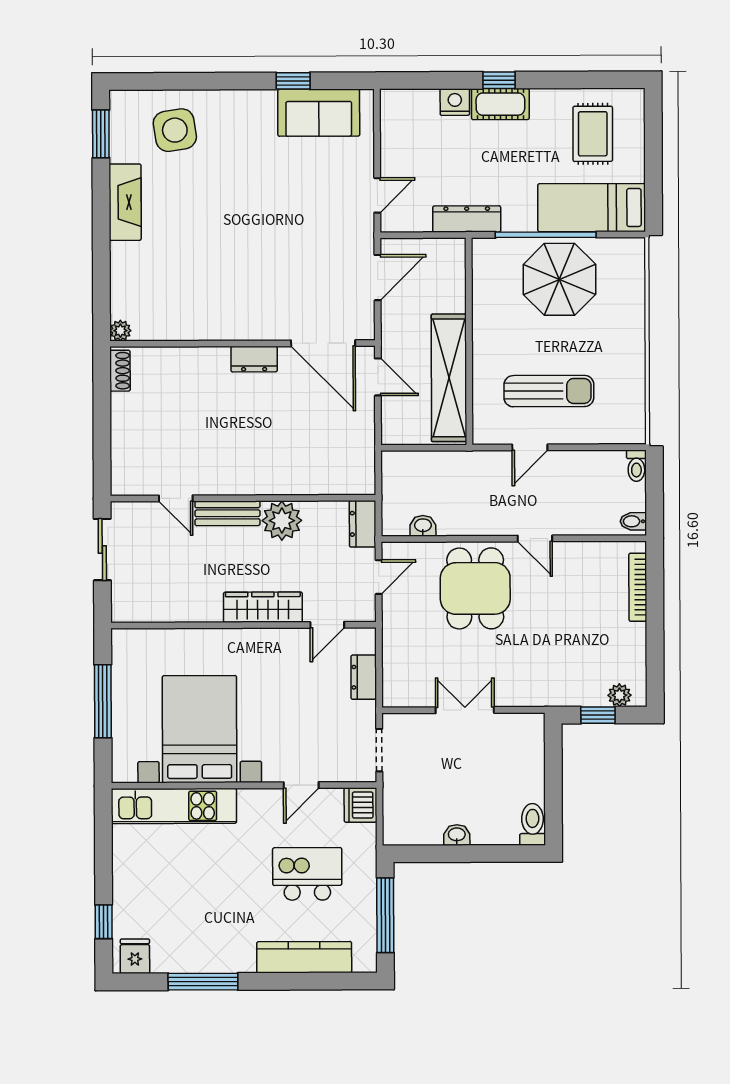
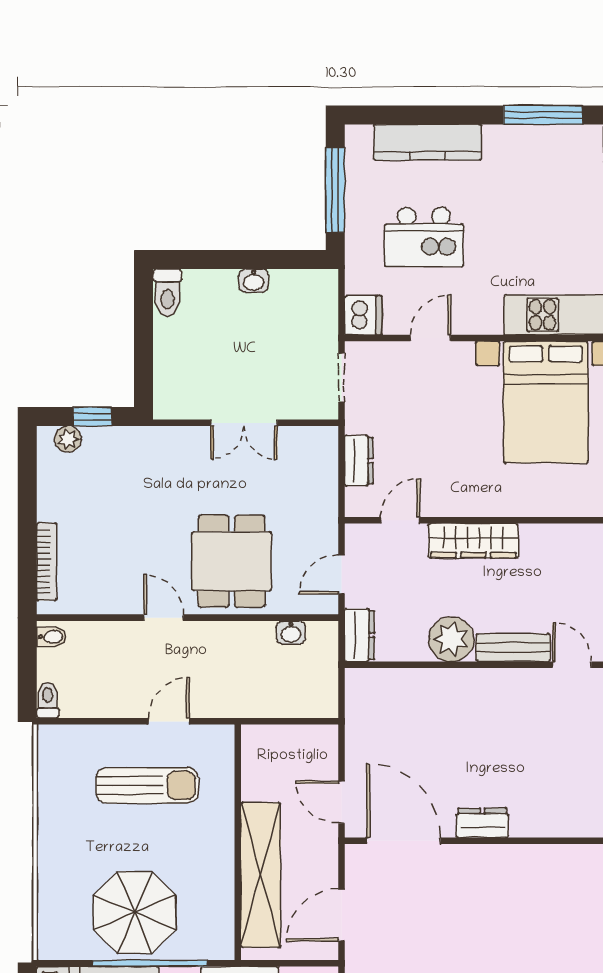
shelving: (449, 378) -> (261, 875), moved
sun lounger: (549, 391) -> (147, 785), turned 180

